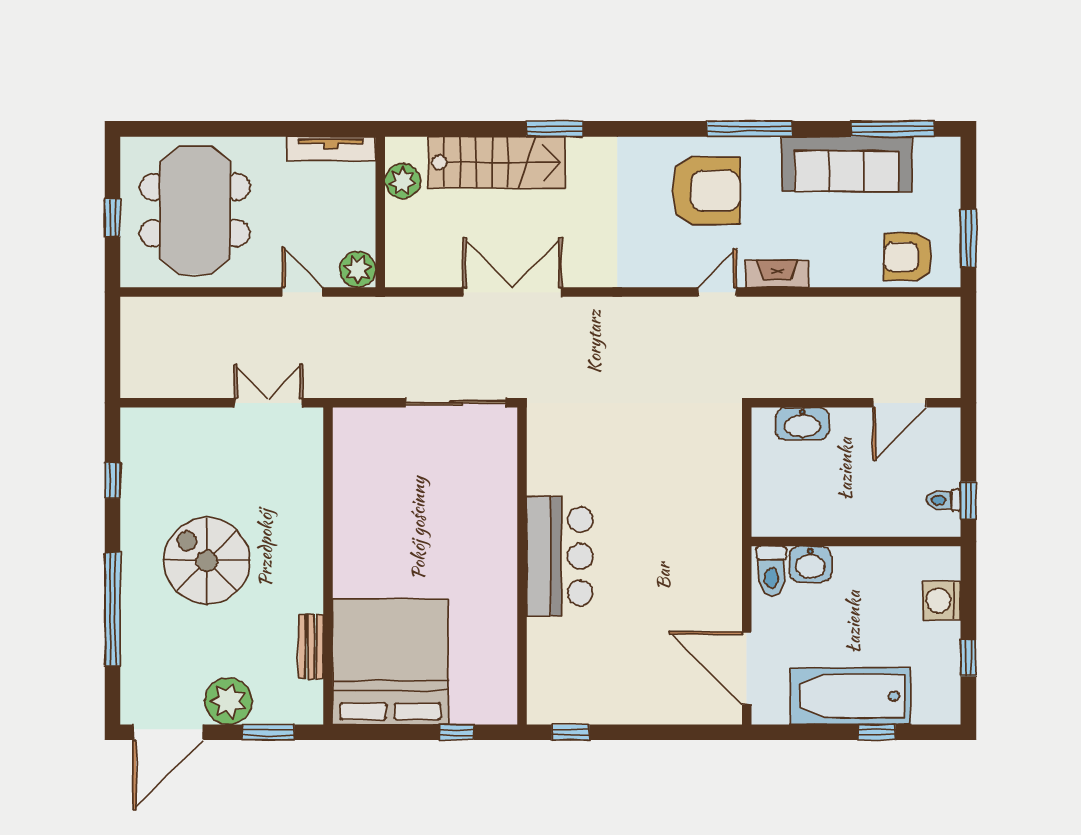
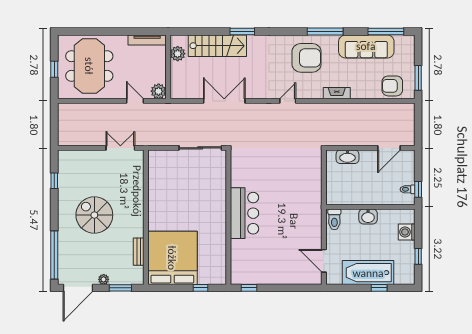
door: (717, 292) -> (288, 101), moved
washbasin: (810, 564) -> (368, 216), moved
window: (113, 609) -> (54, 255), moved
door: (747, 668) -> (324, 261), width x0.73
plant: (229, 701) -> (104, 279), width x0.53, depth x0.53

